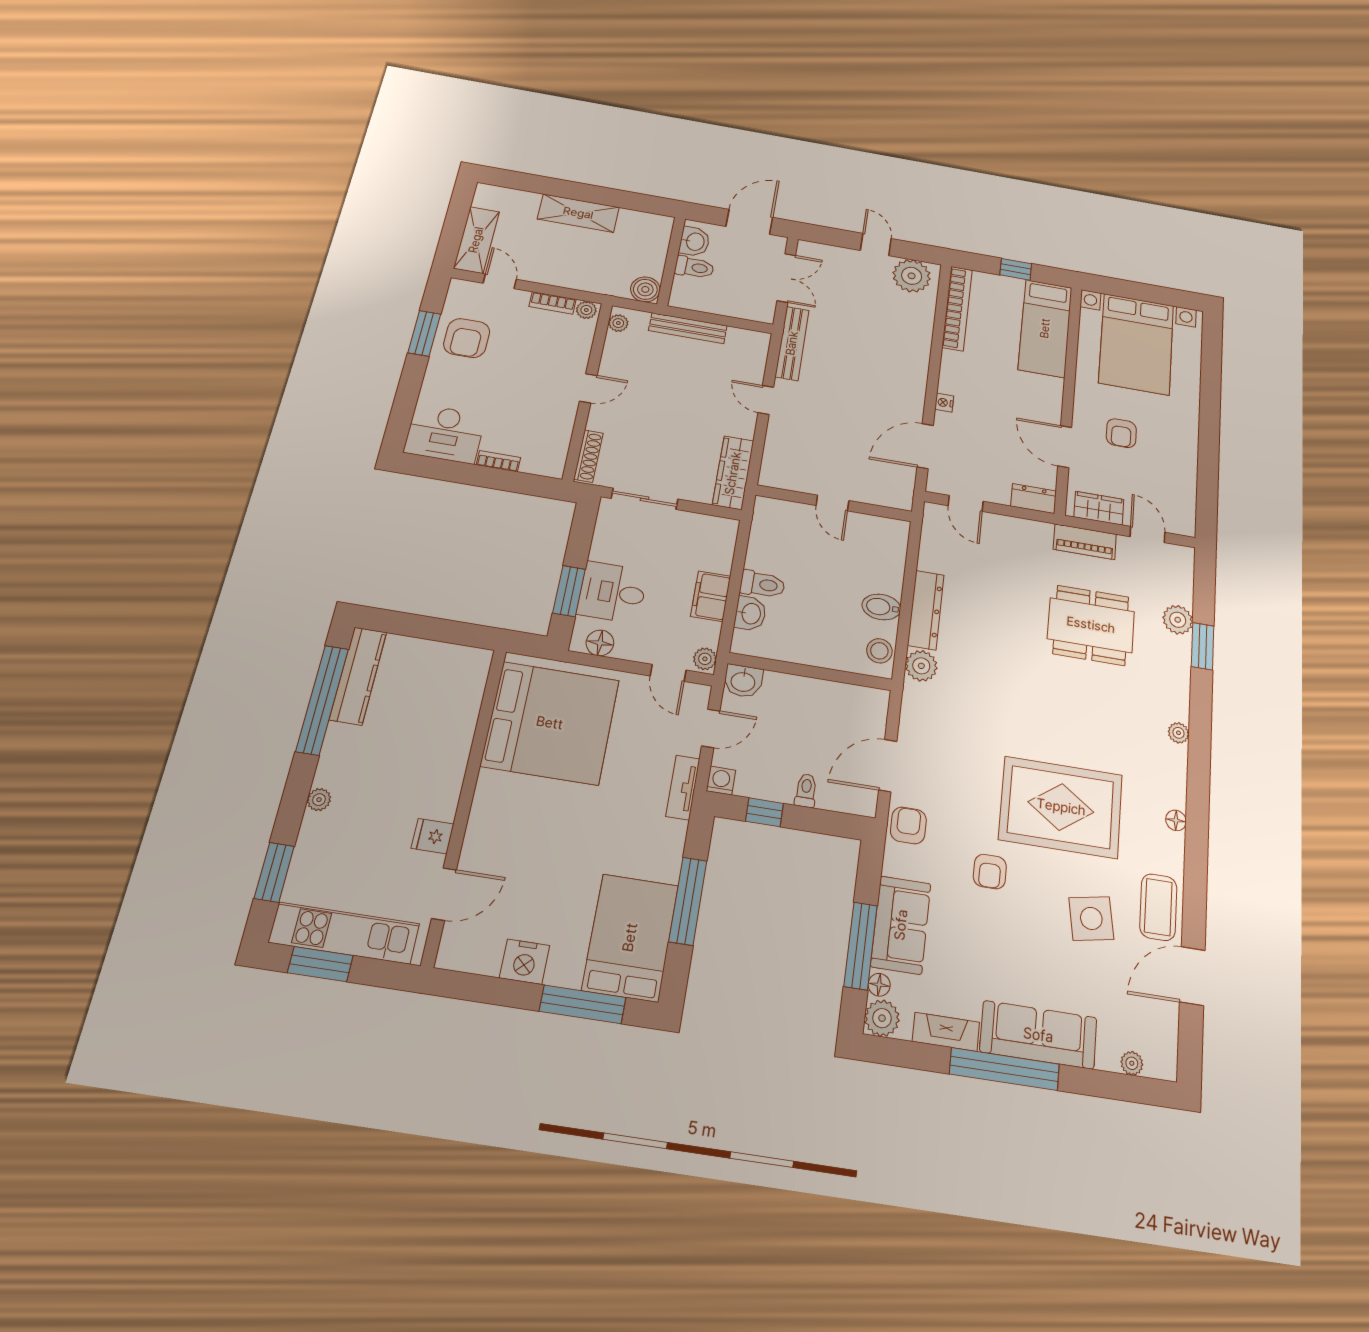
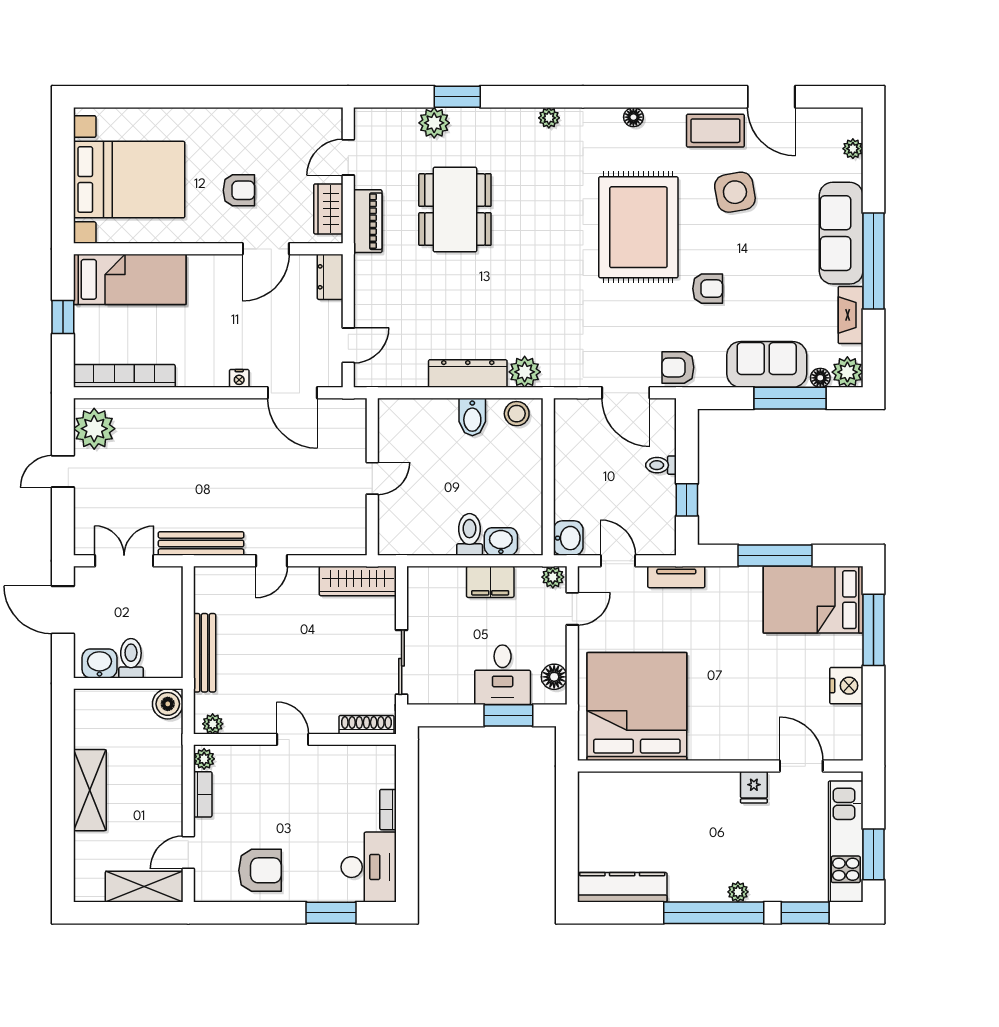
window: (424, 333) -> (331, 913), moved
window: (322, 700) -> (714, 913), moved
washing machine: (721, 781) -> (664, 544), removed

